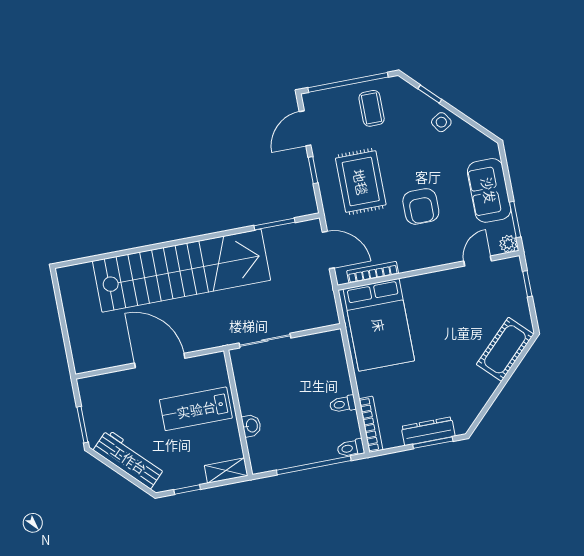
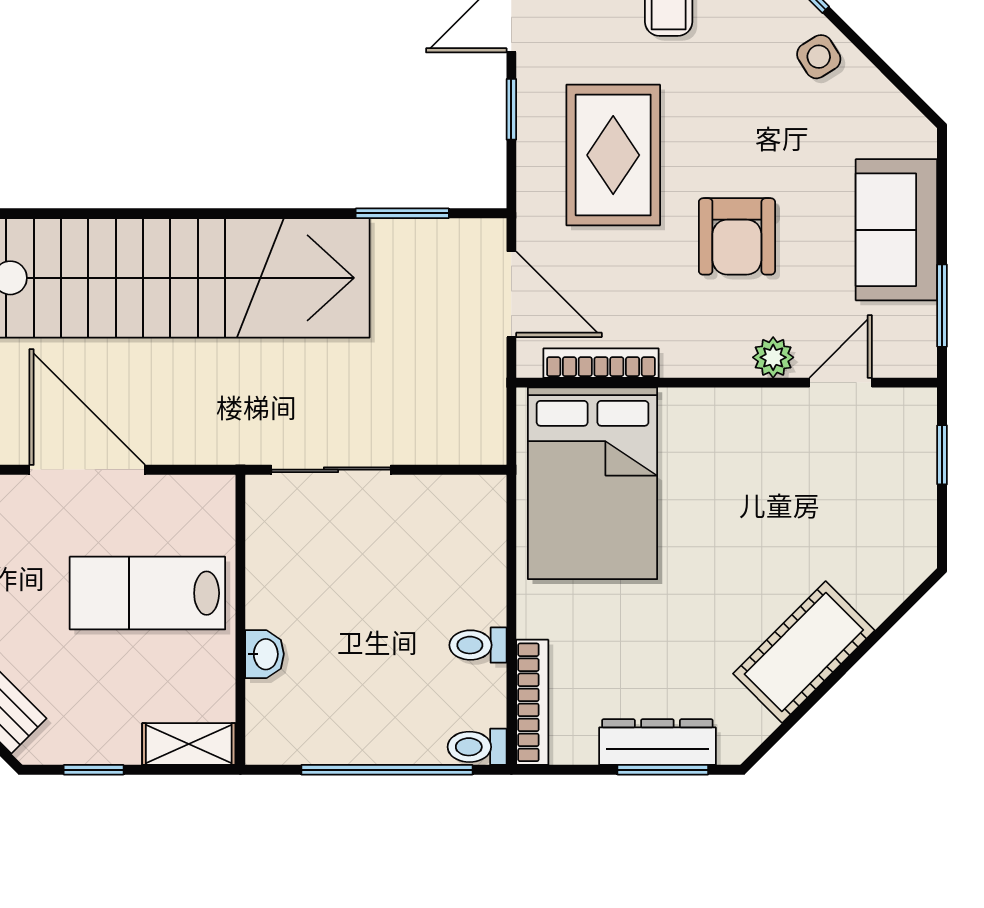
plant: (508, 244) -> (773, 357), moved
cot: (505, 349) -> (804, 652), moved

